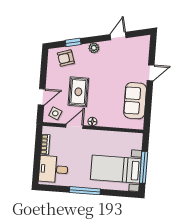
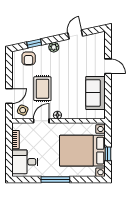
armchair: (66, 58) -> (29, 58), turned -72
door: (151, 73) -> (108, 66), hinge flipped
window: (144, 167) -> (108, 154), width x0.46
bed with nightstands: (116, 169) -> (82, 151), width x1.36

